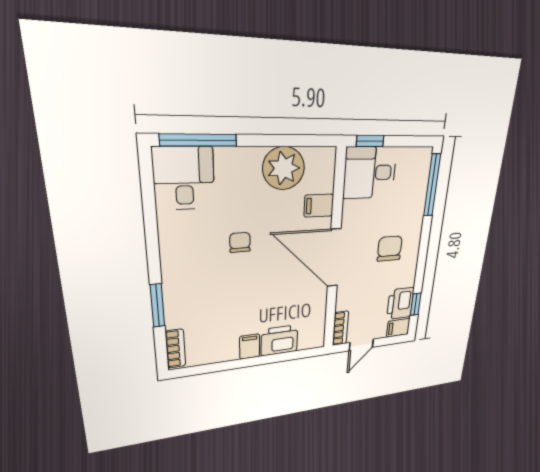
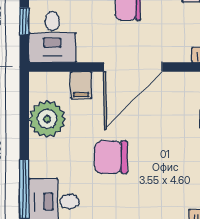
window: (370, 141) -> (24, 21), moved
chair: (240, 242) -> (111, 157), width x1.87, depth x1.87

